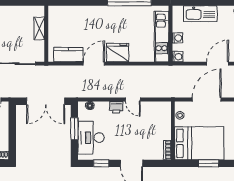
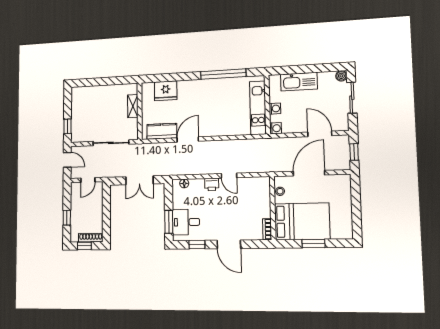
fridge: (118, 53) -> (166, 91), moved, turned 180
door: (218, 64) -> (320, 134), hinge flipped
double door: (46, 101) -> (139, 180), width x0.73
window: (74, 129) -> (169, 222), moved
desk: (91, 138) -> (186, 222), width x0.73

